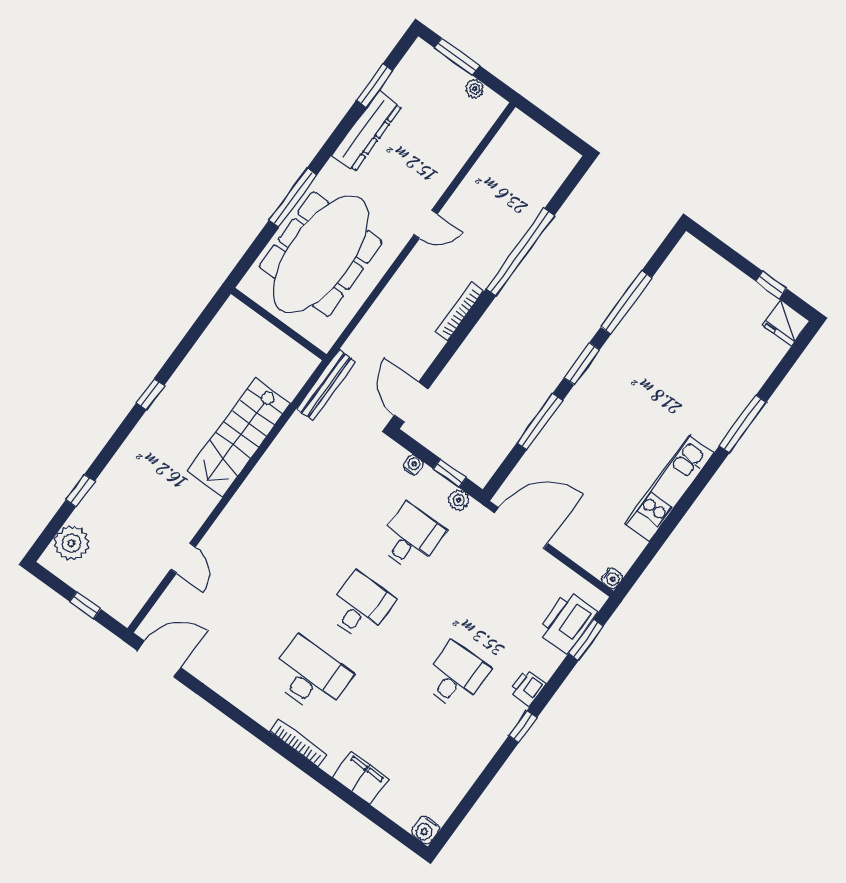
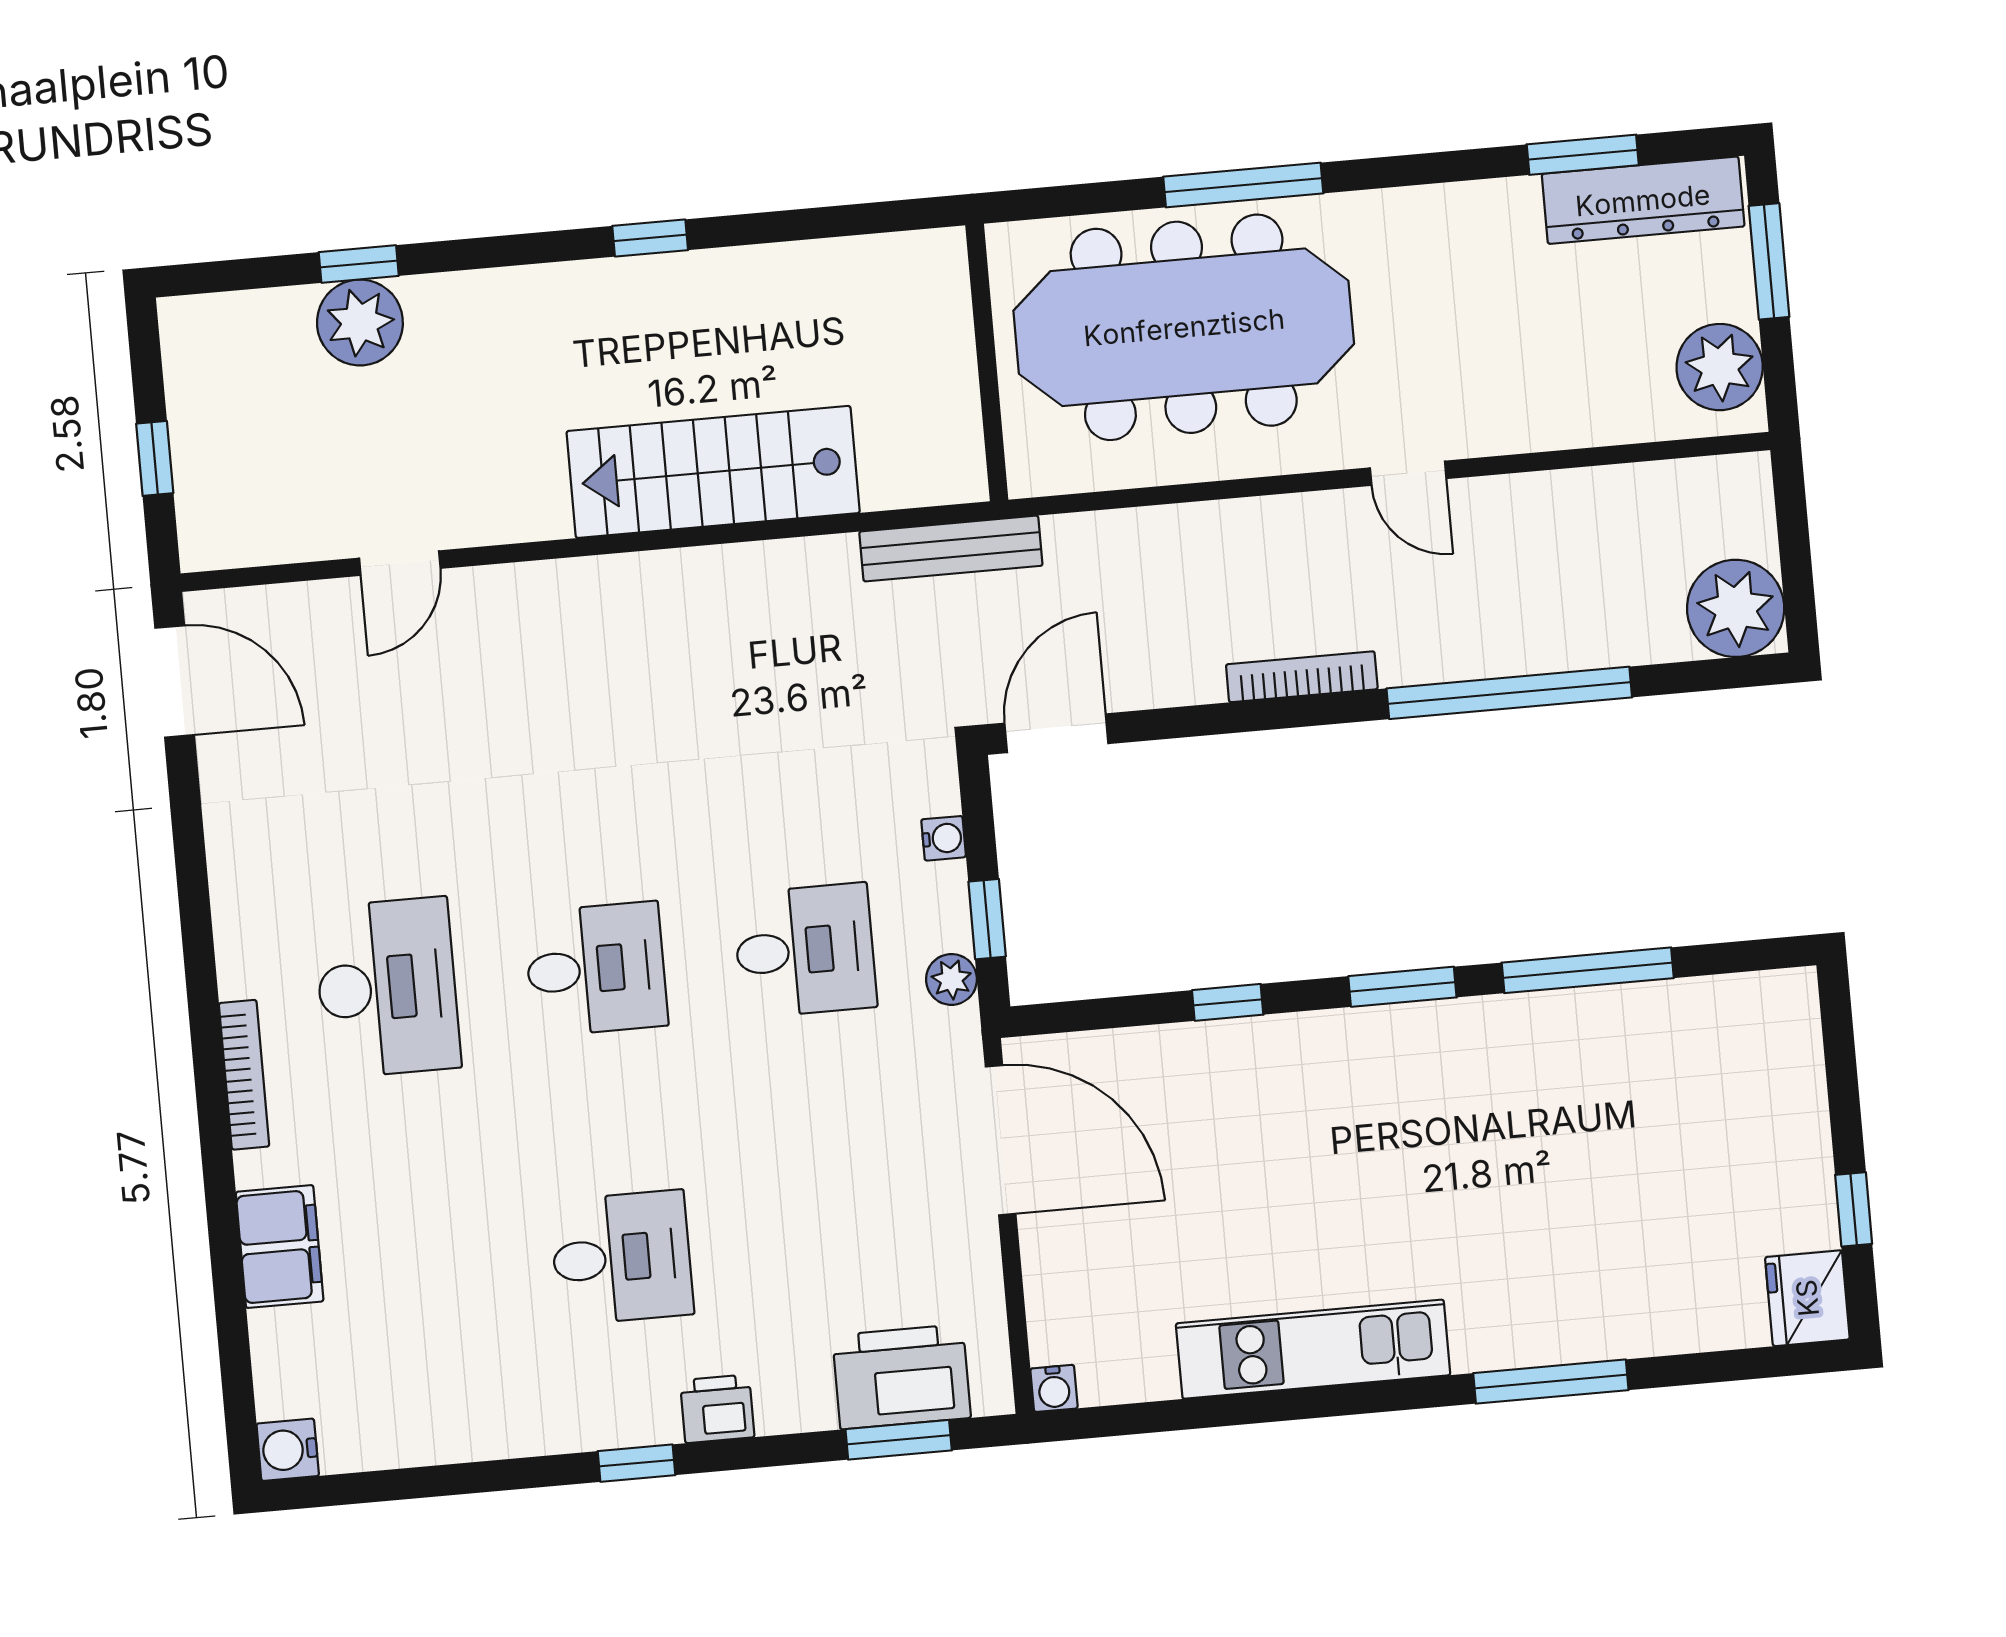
plant: (475, 89) -> (1720, 367), width x1.88, depth x1.88
dresser: (367, 131) -> (1643, 200), moved
plant: (555, 160) -> (1736, 608), added
window: (540, 422) -> (1228, 1002), width x0.46
plant: (71, 543) -> (360, 322), moved

